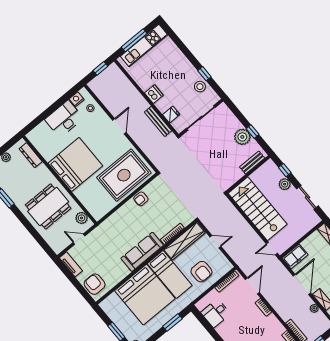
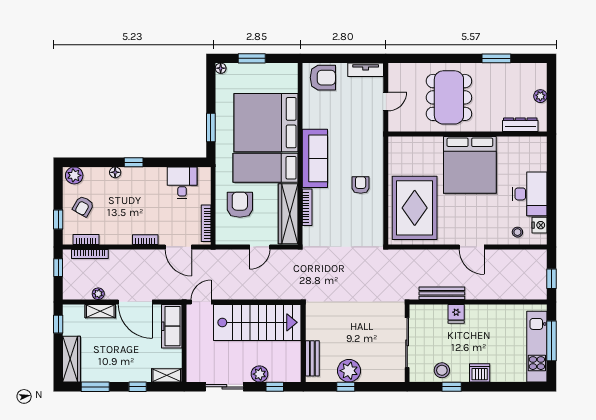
dishwasher: (154, 94) -> (480, 373), moved, turned 180
fridge: (171, 115) -> (456, 314), moved
armchair: (141, 199) -> (361, 185), moved
plant: (82, 218) -> (406, 123), removed
freezer: (295, 257) -> (172, 326), width x1.40
armchair: (201, 272) -> (240, 205), turned 90

